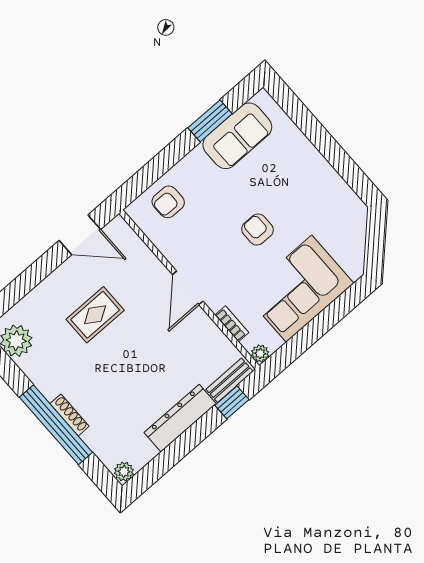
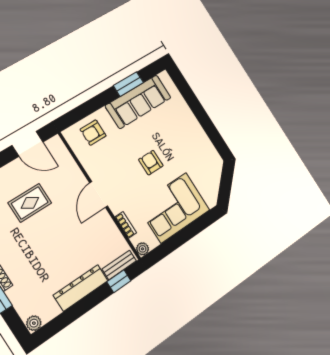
sofa: (237, 136) -> (138, 102), width x1.36

